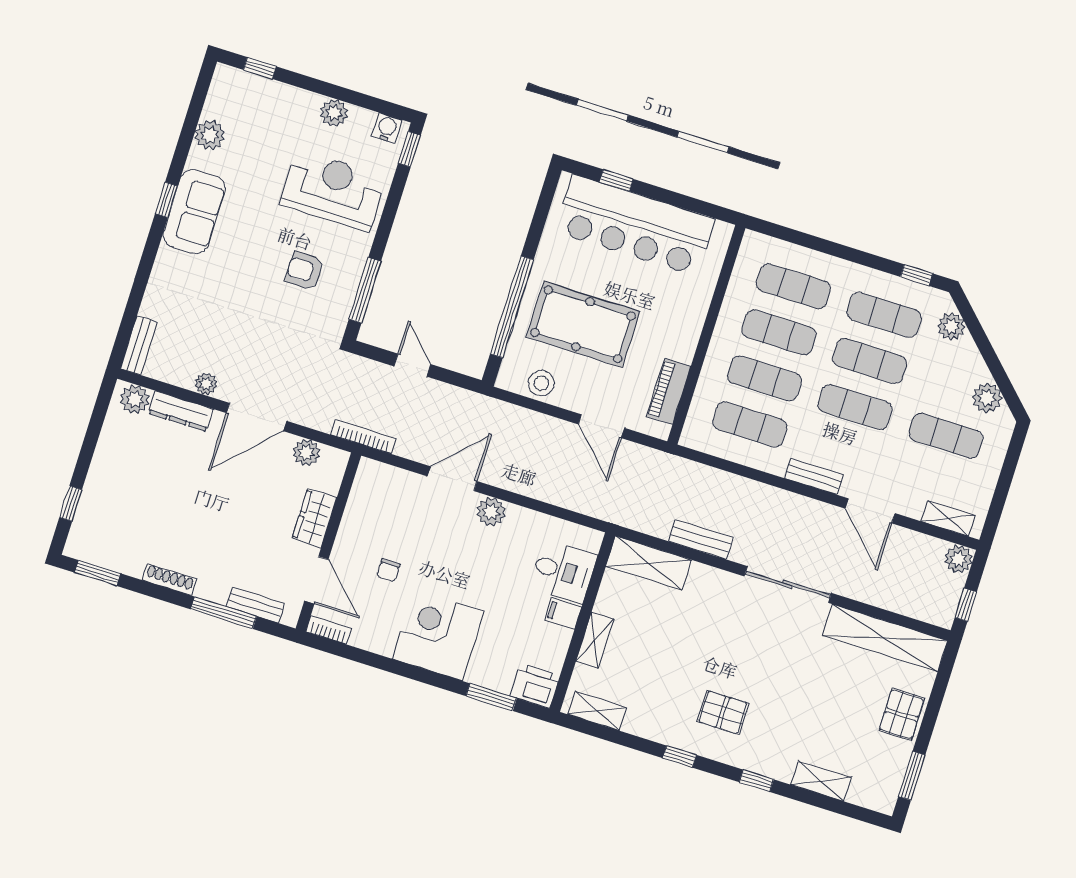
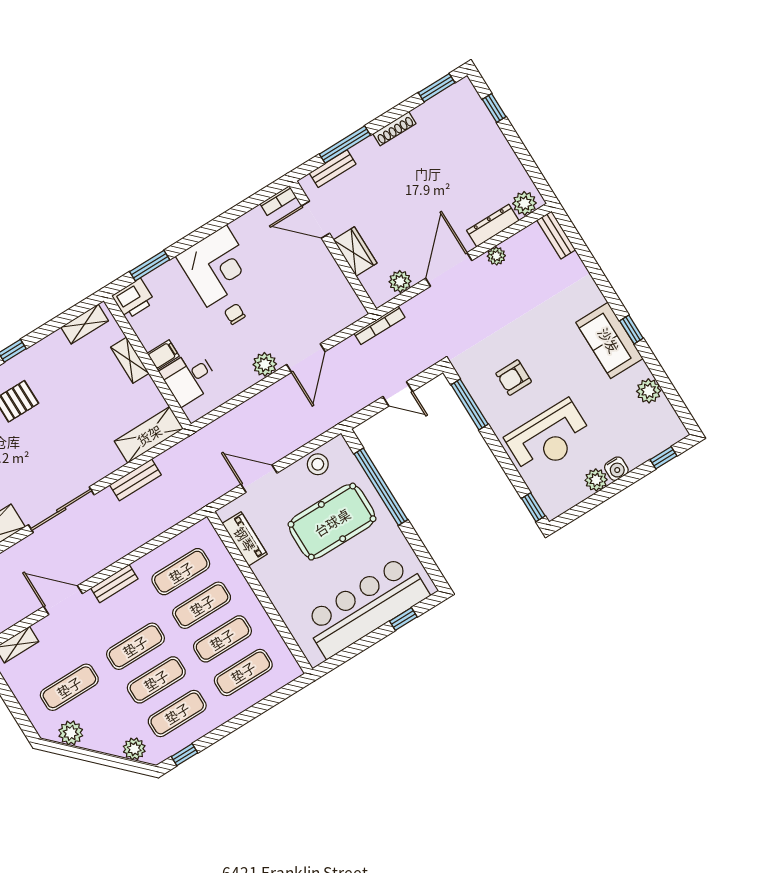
water cooler: (387, 128) -> (616, 469), moved
armchair: (305, 271) -> (514, 378), turned 180
chair: (388, 570) -> (235, 314), moved

